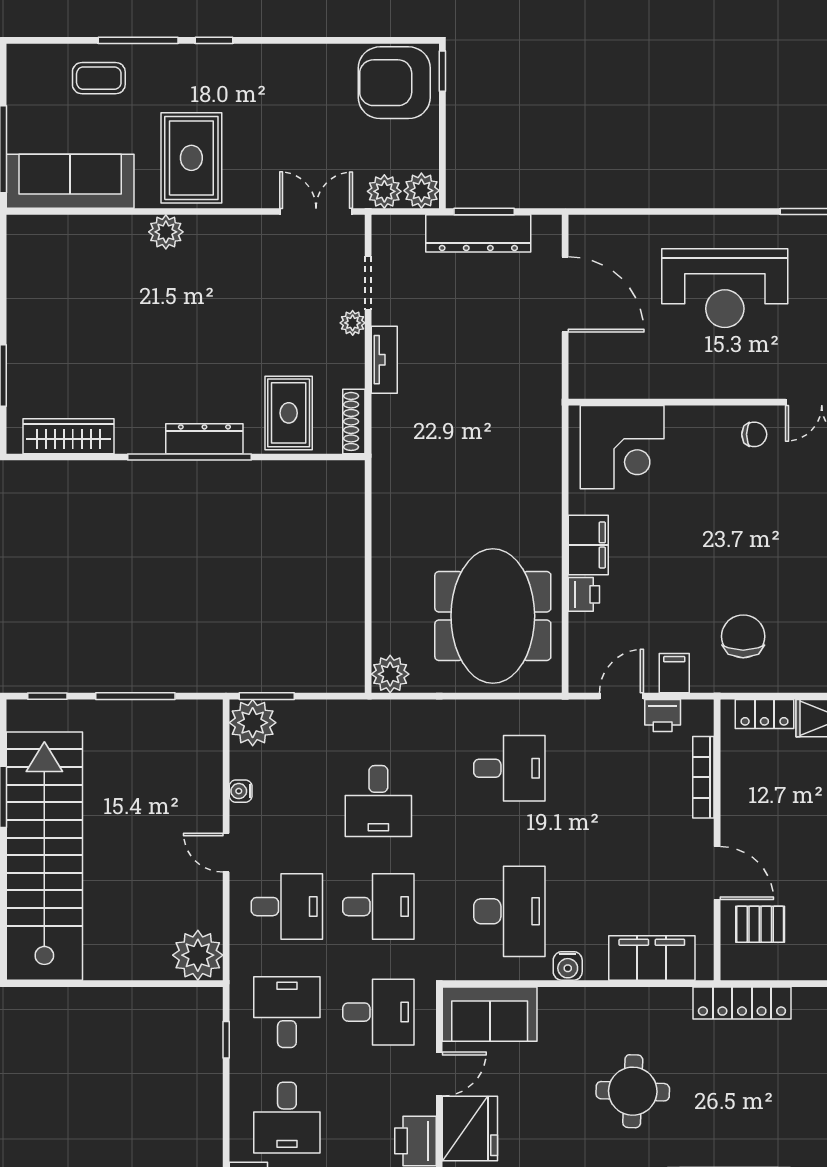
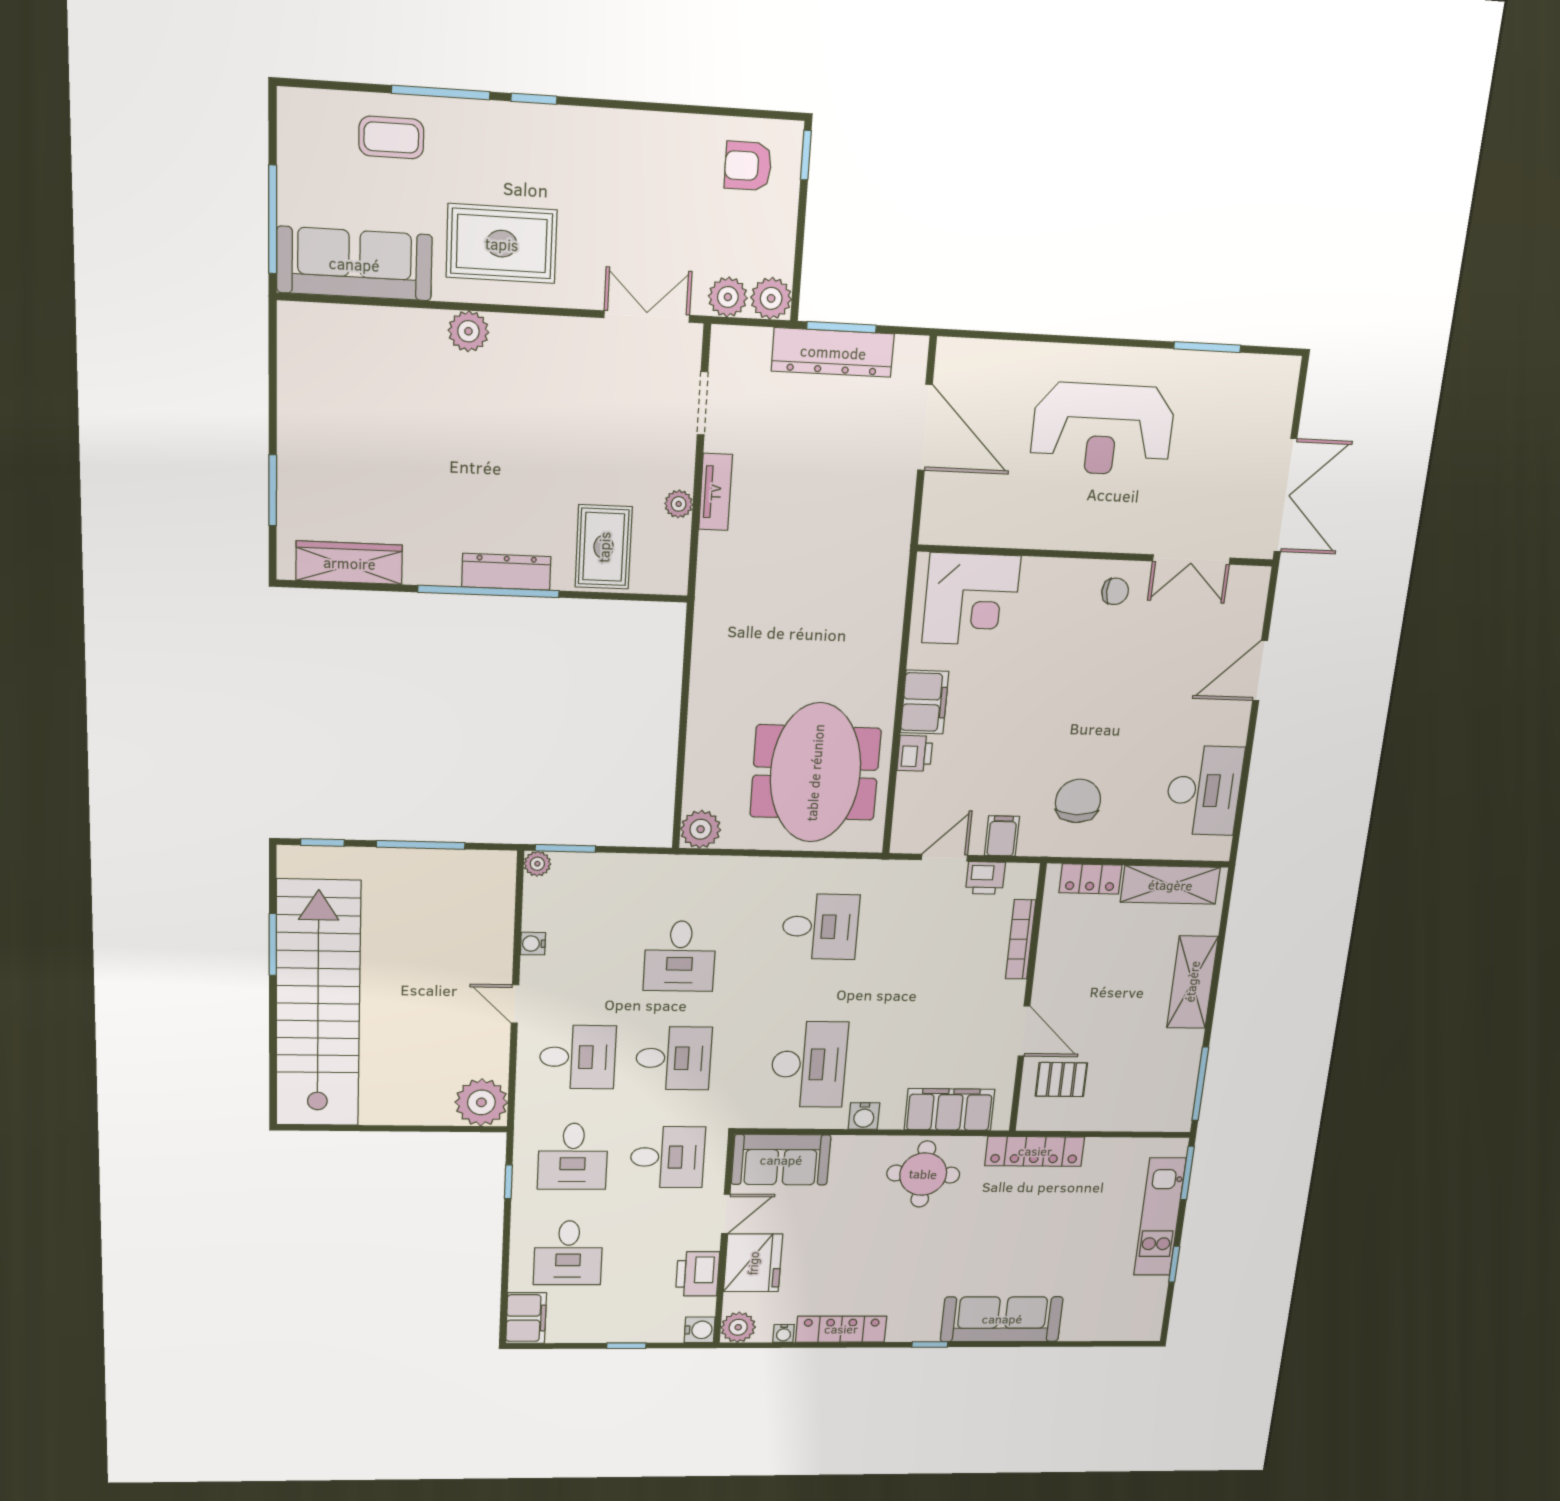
armchair: (394, 83) -> (748, 166), width x0.53, depth x0.53
rug: (191, 158) -> (502, 244), turned 90
plant: (353, 323) -> (679, 504), moved
shoe rack: (354, 421) -> (677, 559), removed
plant: (253, 723) -> (537, 864), width x0.53, depth x0.53
desk: (287, 1012) -> (573, 1156), turned 180
round table: (633, 1091) -> (923, 1174), moved

